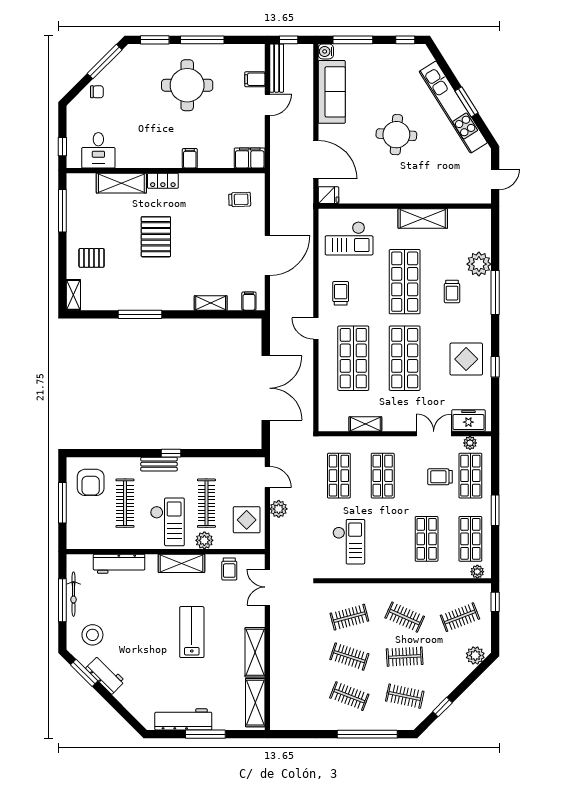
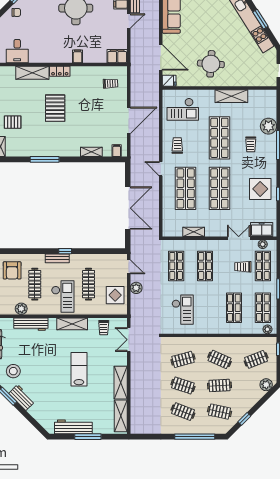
round table: (396, 135) -> (211, 64), moved
plant: (204, 540) -> (21, 309), moved

